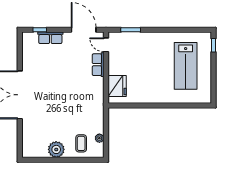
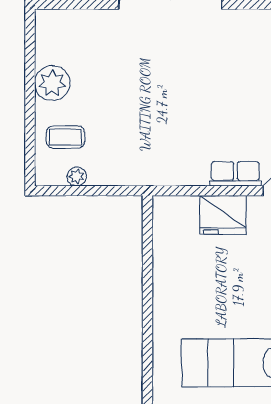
fridge: (117, 86) -> (223, 215), moved

